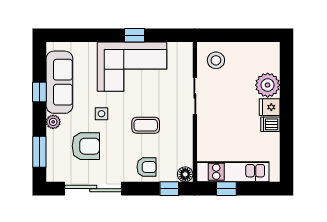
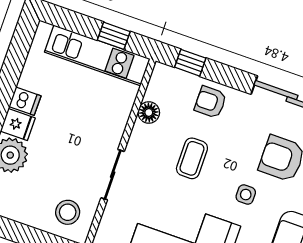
coffee table: (146, 125) -> (192, 158), turned 90
floor lamp: (185, 174) -> (149, 113), moved

